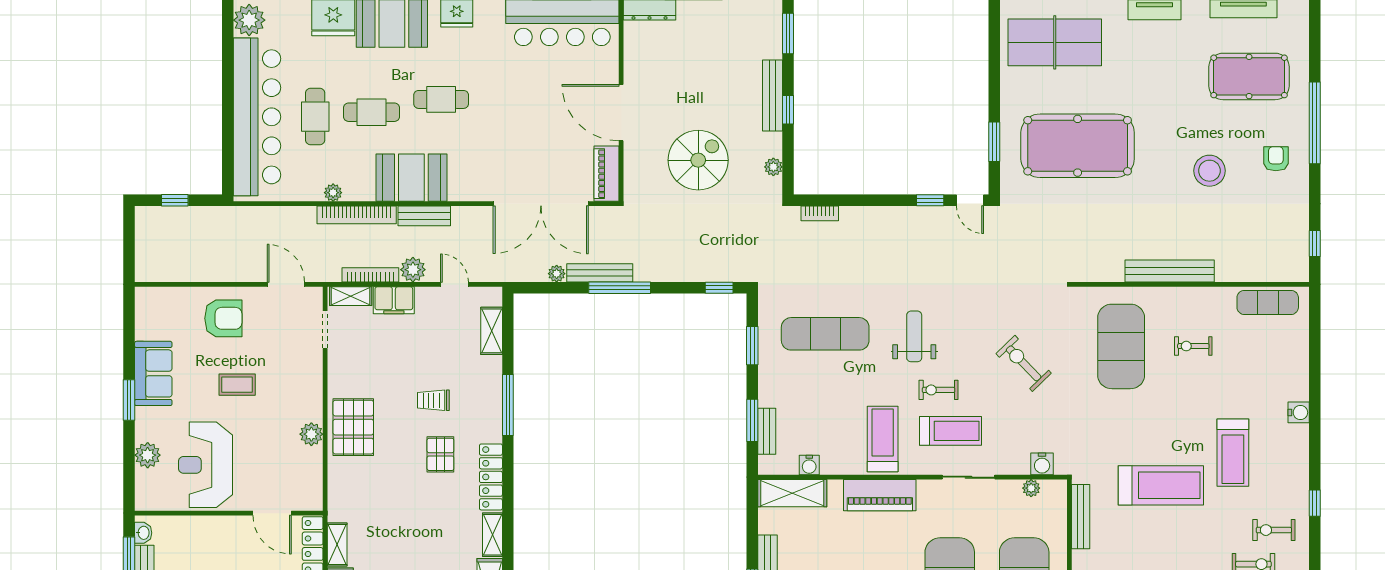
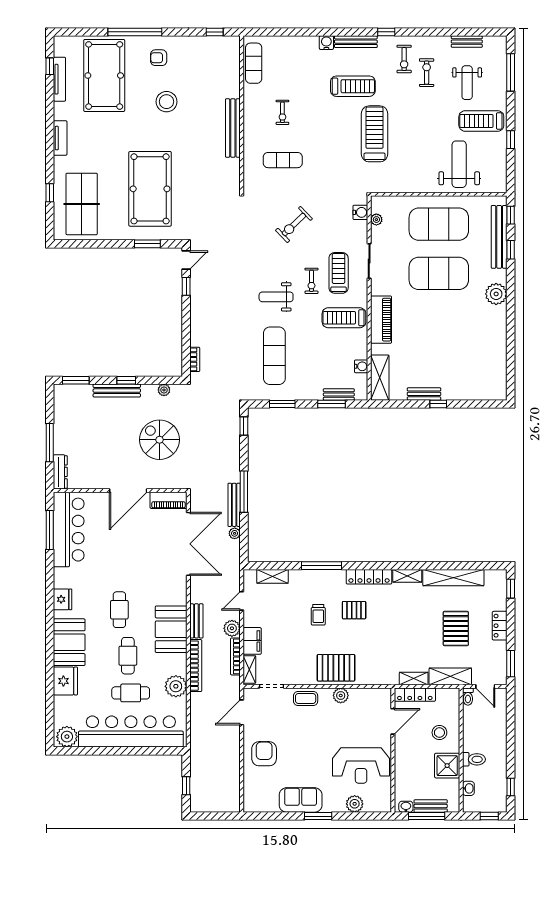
pool table: (1249, 76) -> (104, 75), width x1.36, depth x1.32
plant: (333, 193) -> (176, 686), width x1.88, depth x1.88
exercise mat: (1121, 346) -> (283, 160), width x0.50, depth x0.69
coffee table: (237, 385) -> (306, 698), moved, turned 90
bench: (1081, 517) -> (356, 42), moved

